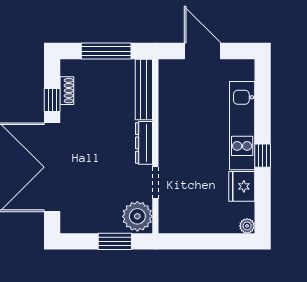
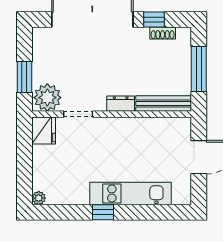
dresser: (144, 143) -> (121, 104), width x0.70
fridge: (242, 186) -> (44, 130), moved, turned 90

